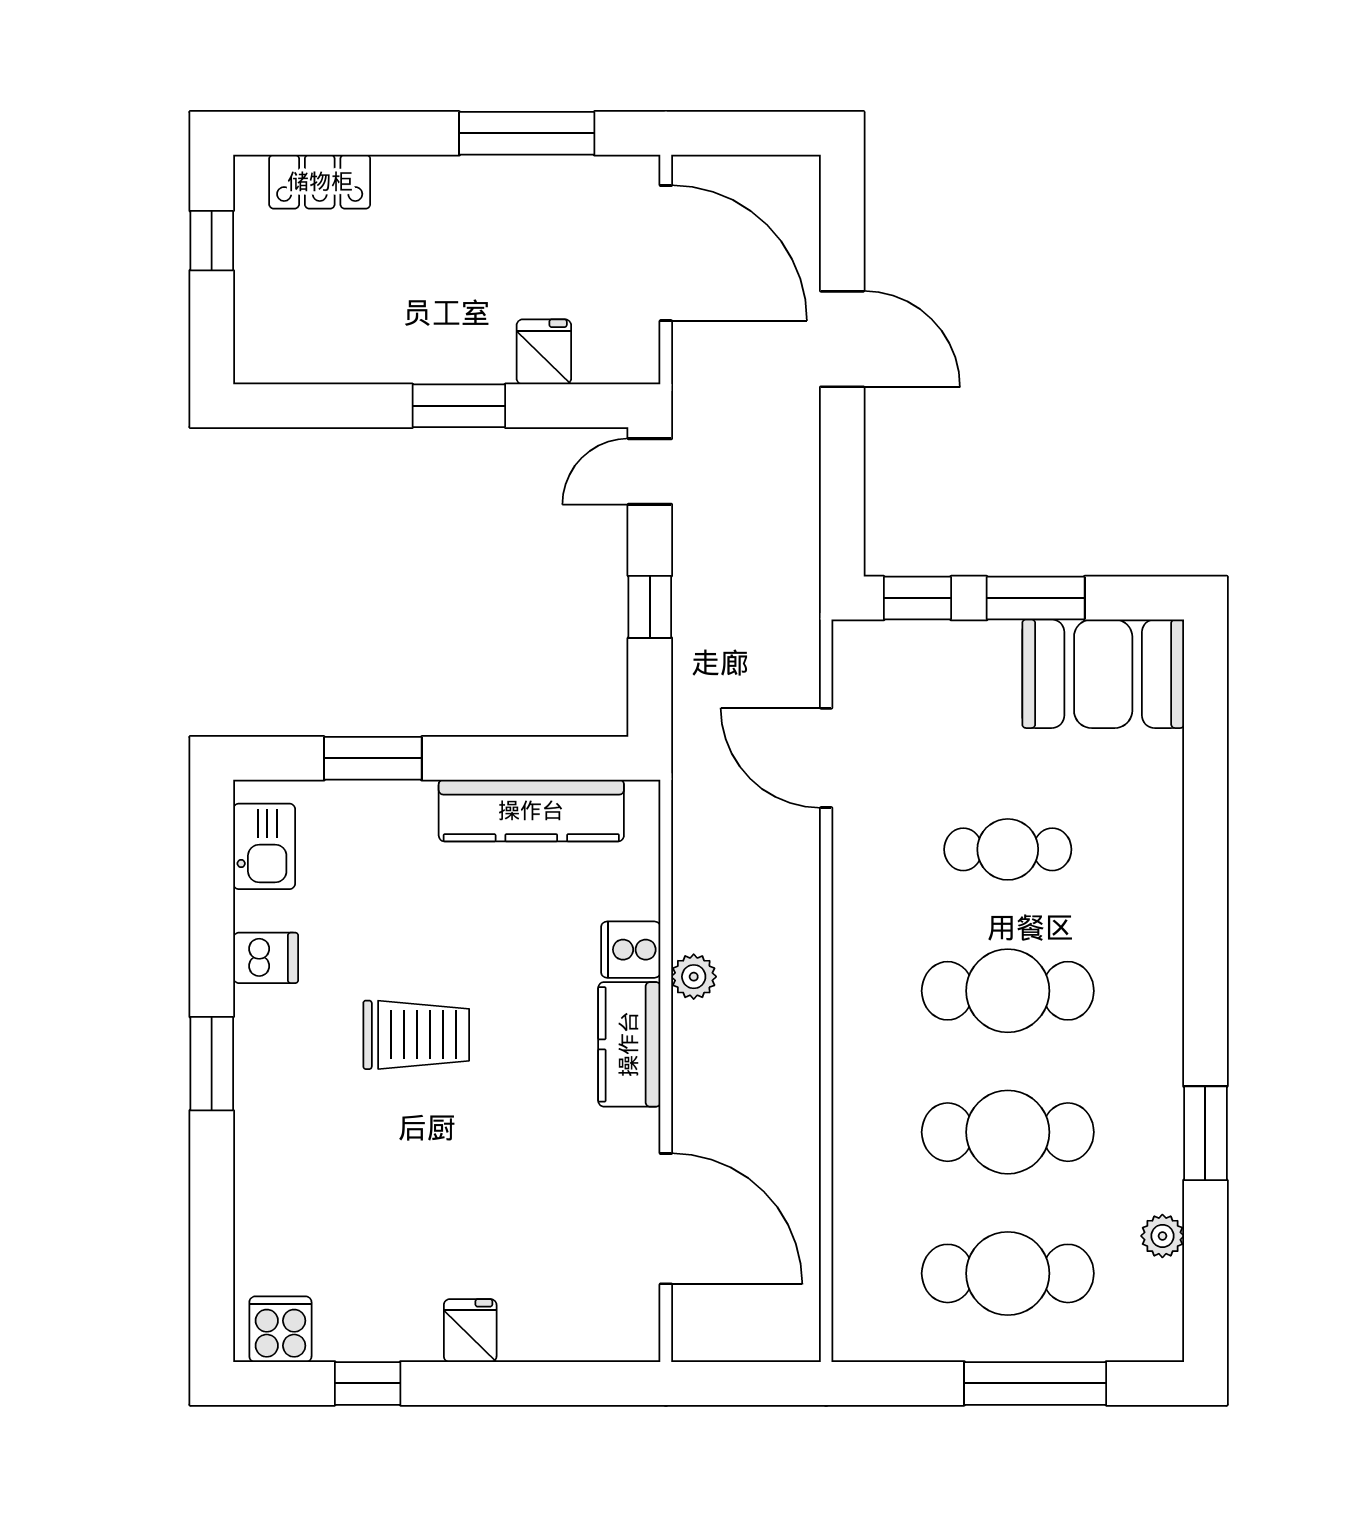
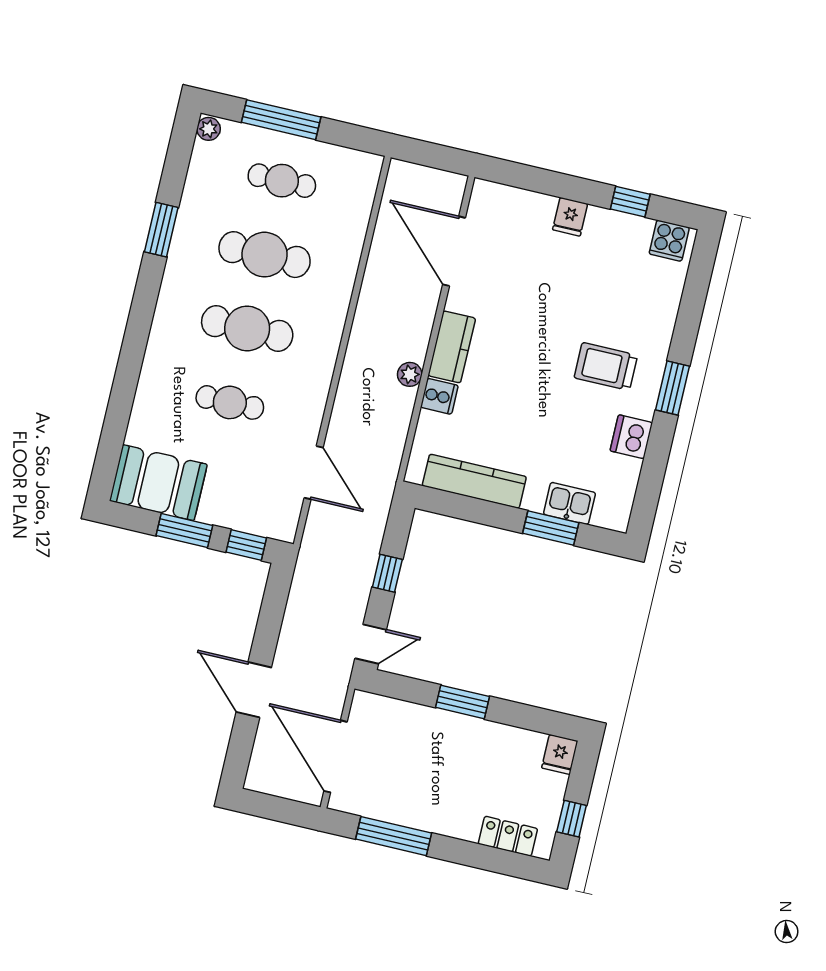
fridge: (544, 352) -> (560, 754), moved
kitchen sink: (264, 846) -> (569, 503), moved, turned 90
dishwasher: (266, 958) -> (631, 437), width x1.38
trolley: (416, 1035) -> (606, 366), moved
plant: (1162, 1236) -> (209, 129), moved
cafe table: (1008, 1273) -> (282, 181), width x0.73, depth x0.74

